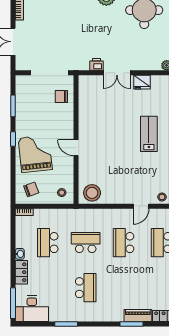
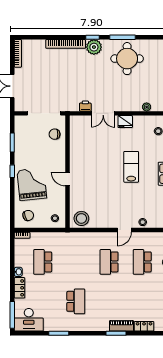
school desk: (86, 243) -> (76, 262), removed

